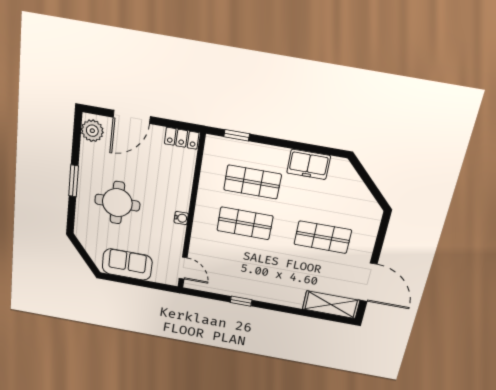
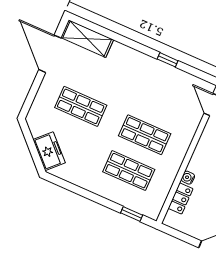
locker: (182, 138) -> (181, 198), moved, turned 90
freezer: (309, 164) -> (49, 151), moved, turned 45
water cooler: (181, 218) -> (188, 178), moved

